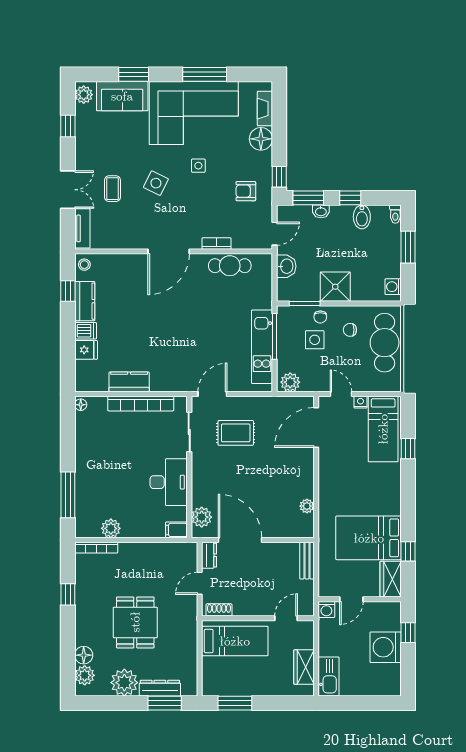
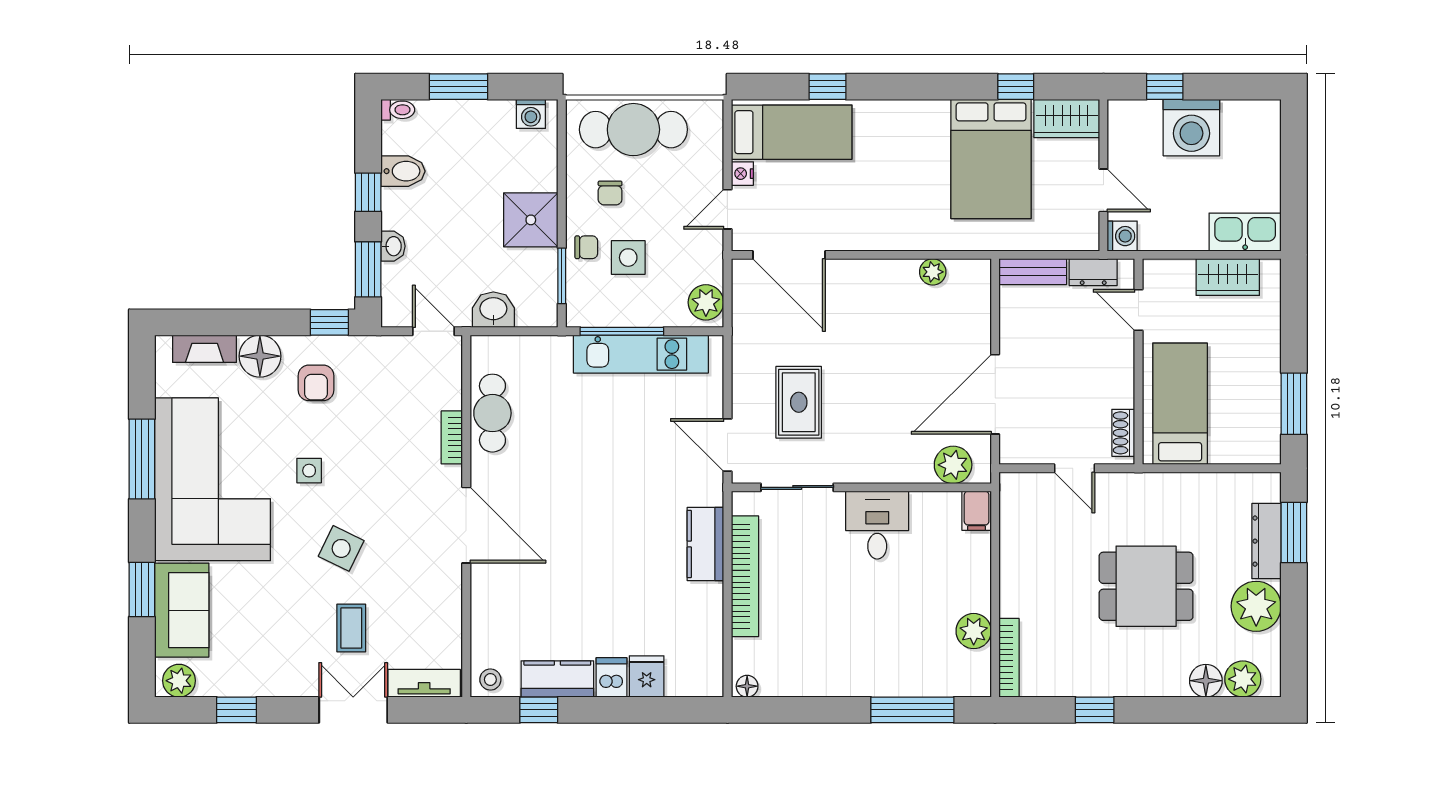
coffee table: (112, 189) -> (351, 628), turned 90
armchair: (246, 191) -> (316, 383), moved
kitchen counter: (129, 382) -> (705, 544), moved
desk: (169, 482) -> (877, 525), width x0.73
dresser: (209, 555) -> (1093, 272), moved, turned 180

